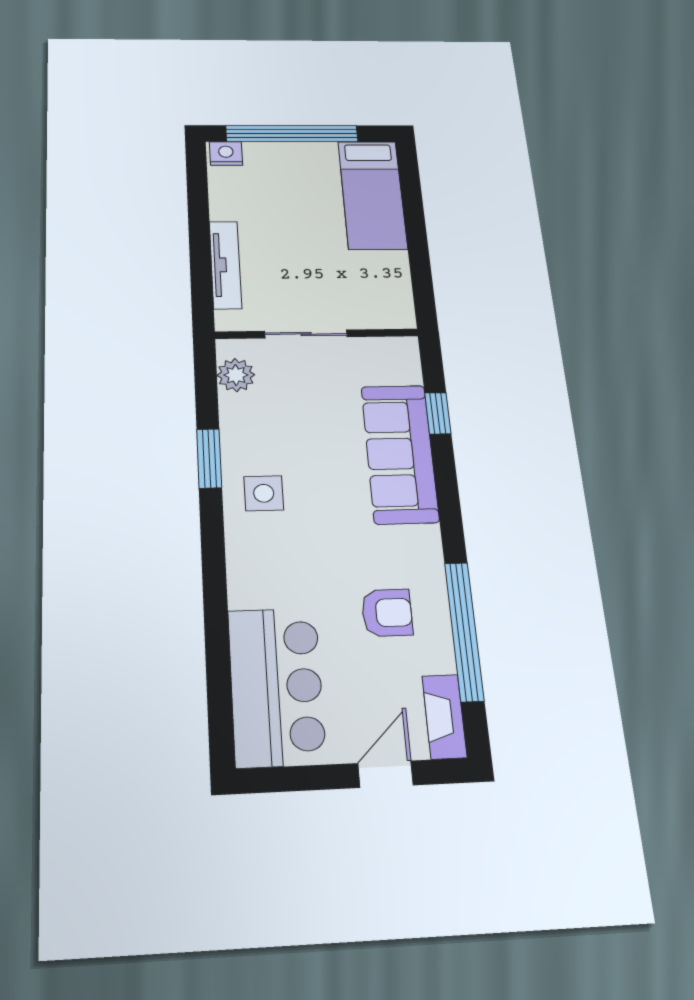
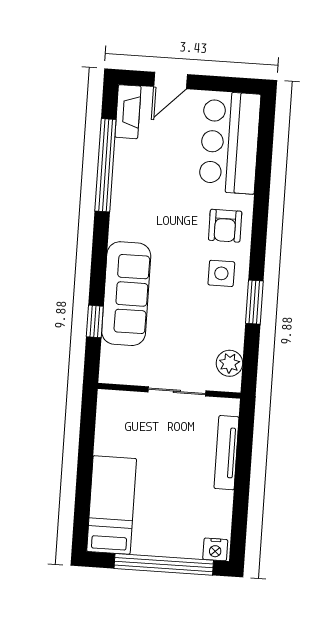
armchair: (387, 613) -> (225, 226), moved, turned -90

